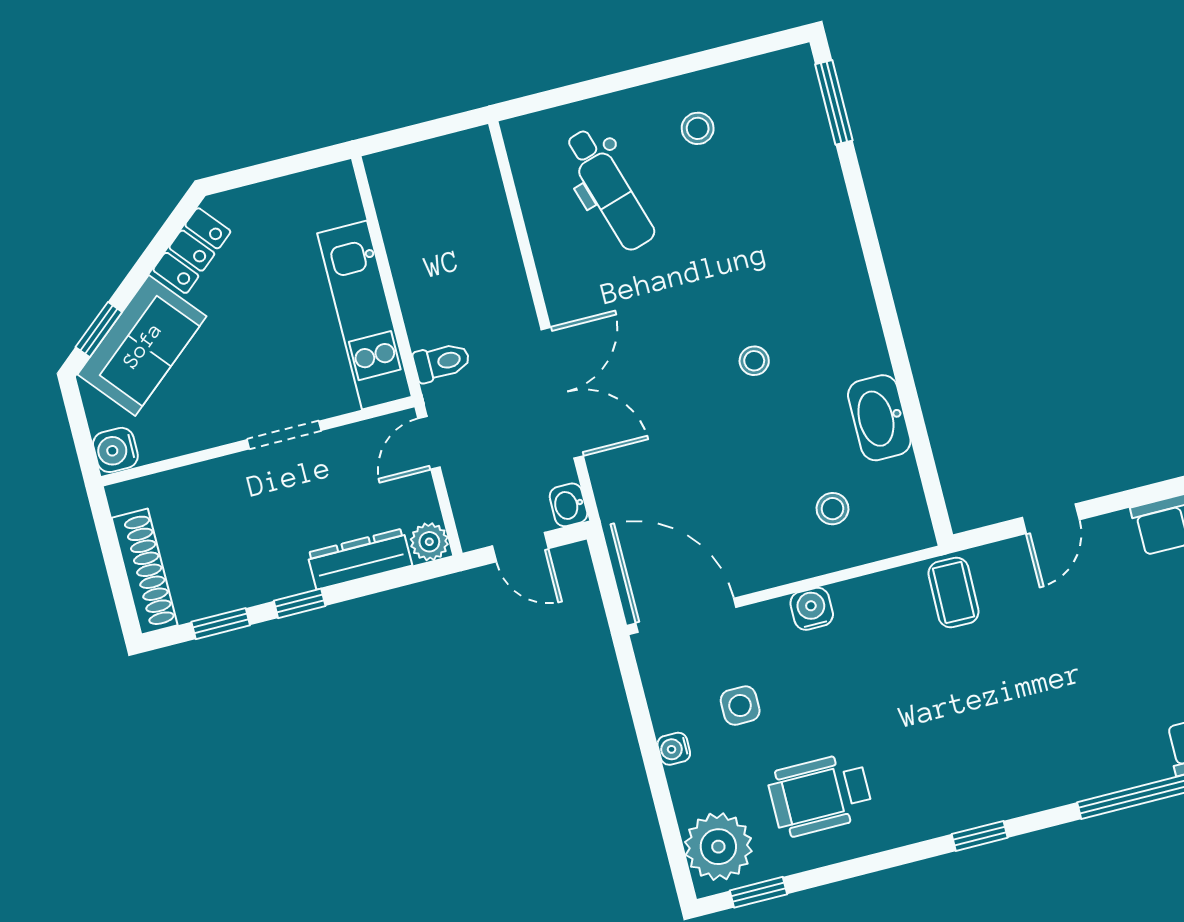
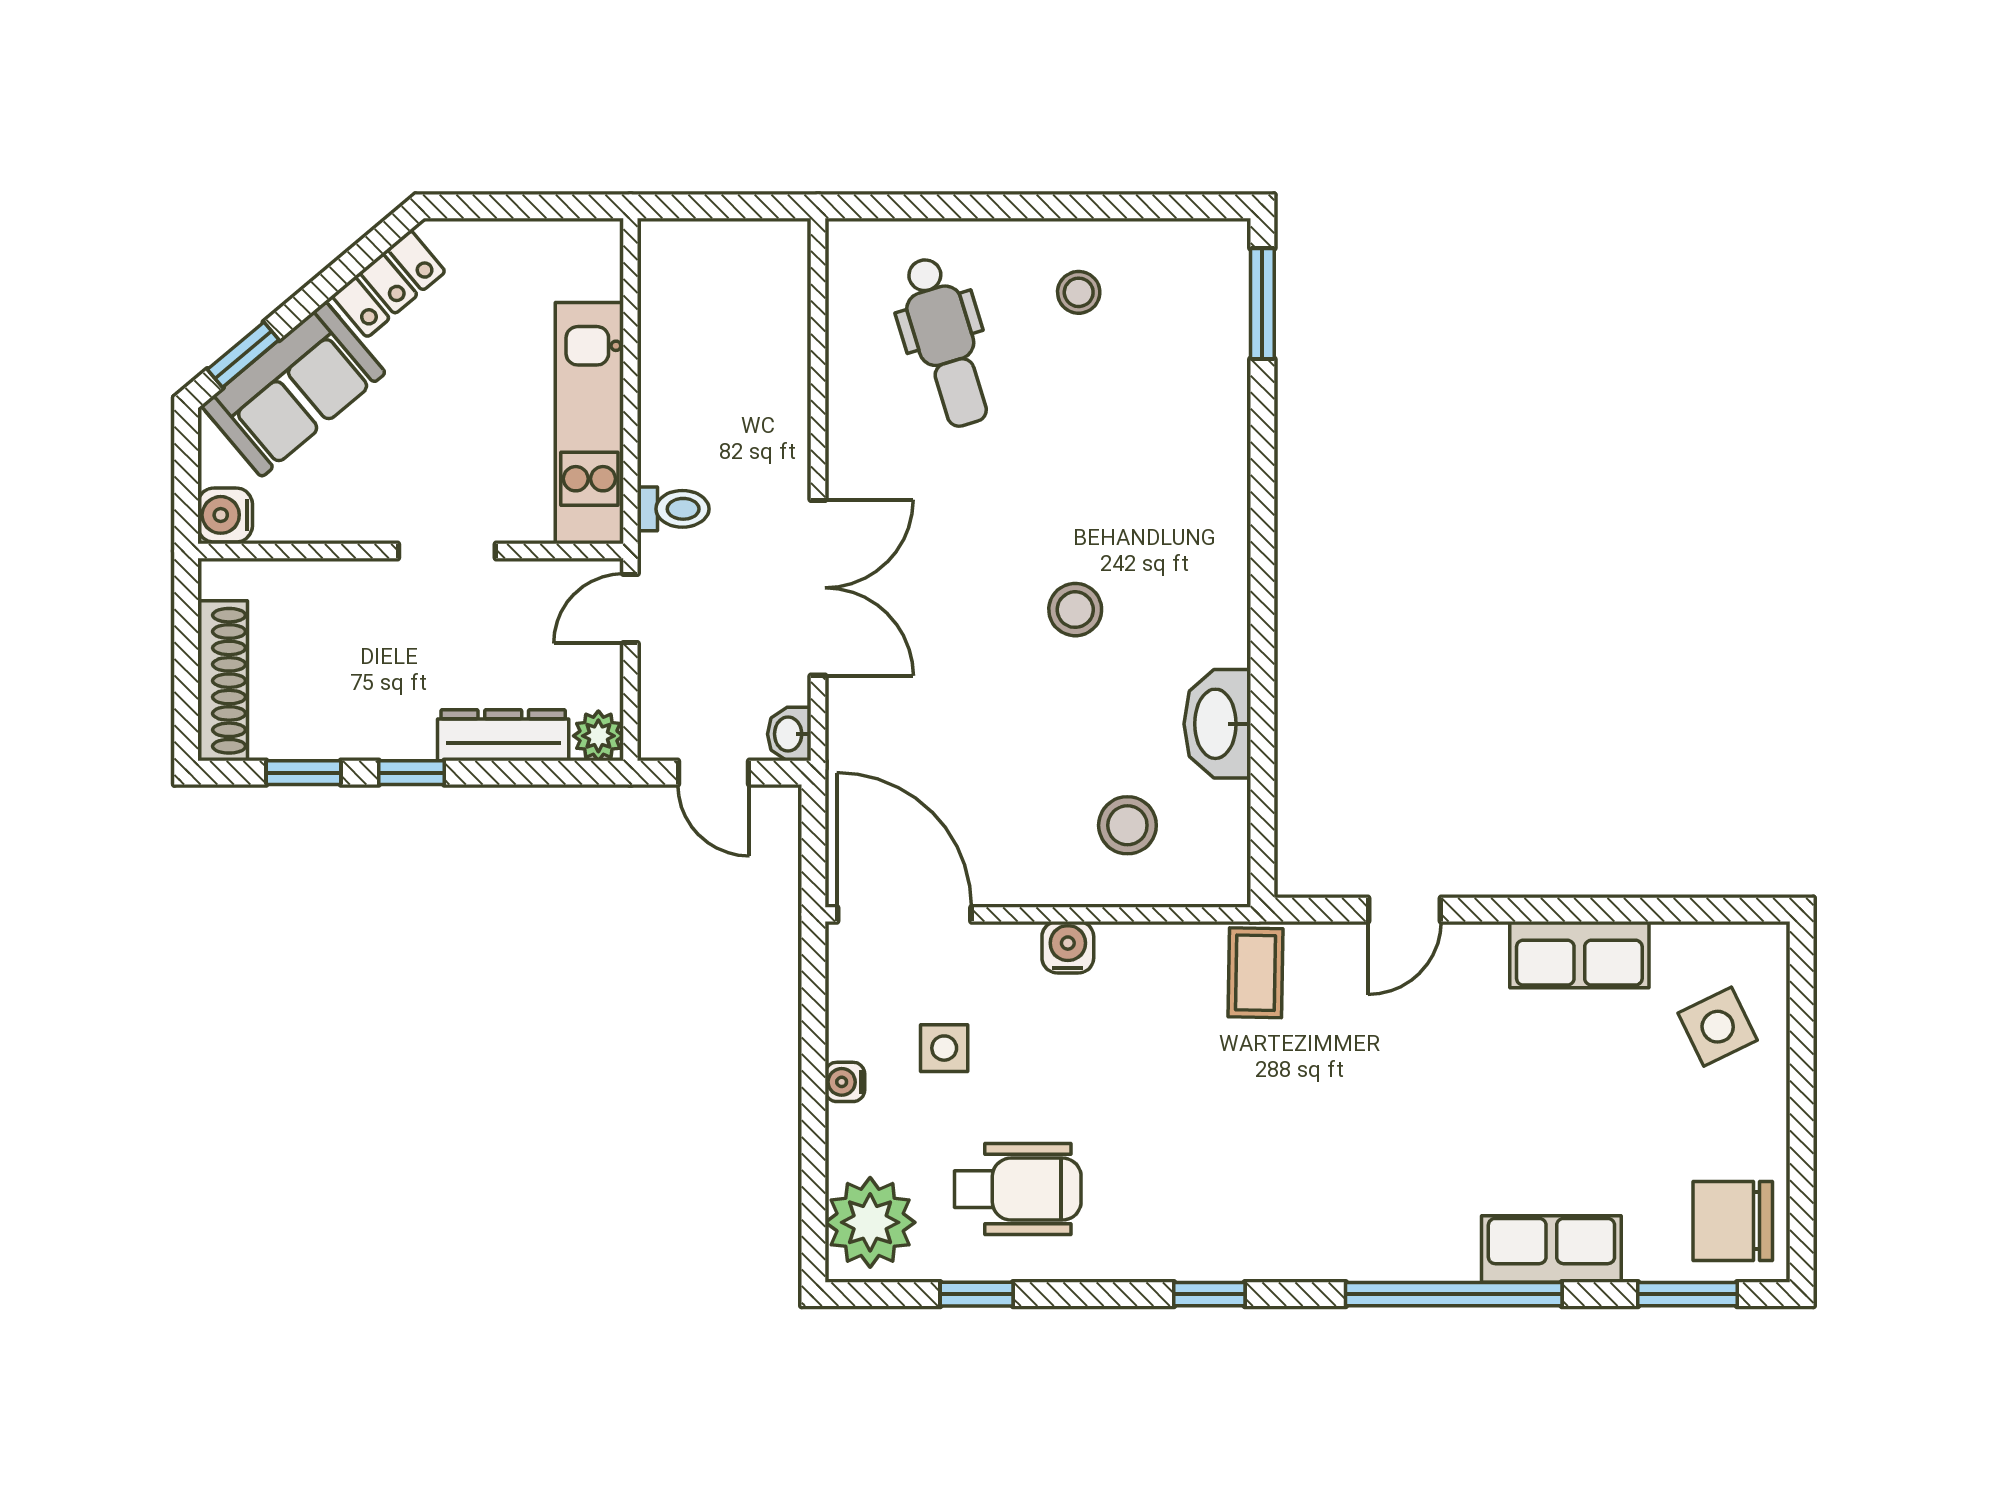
stool: (754, 361) -> (1075, 610), width x1.37, depth x1.37
stool: (832, 509) -> (1127, 825), width x1.37, depth x1.37
wheelchair: (820, 795) -> (1018, 1189), turned 180
window: (758, 892) -> (977, 1294), moved

